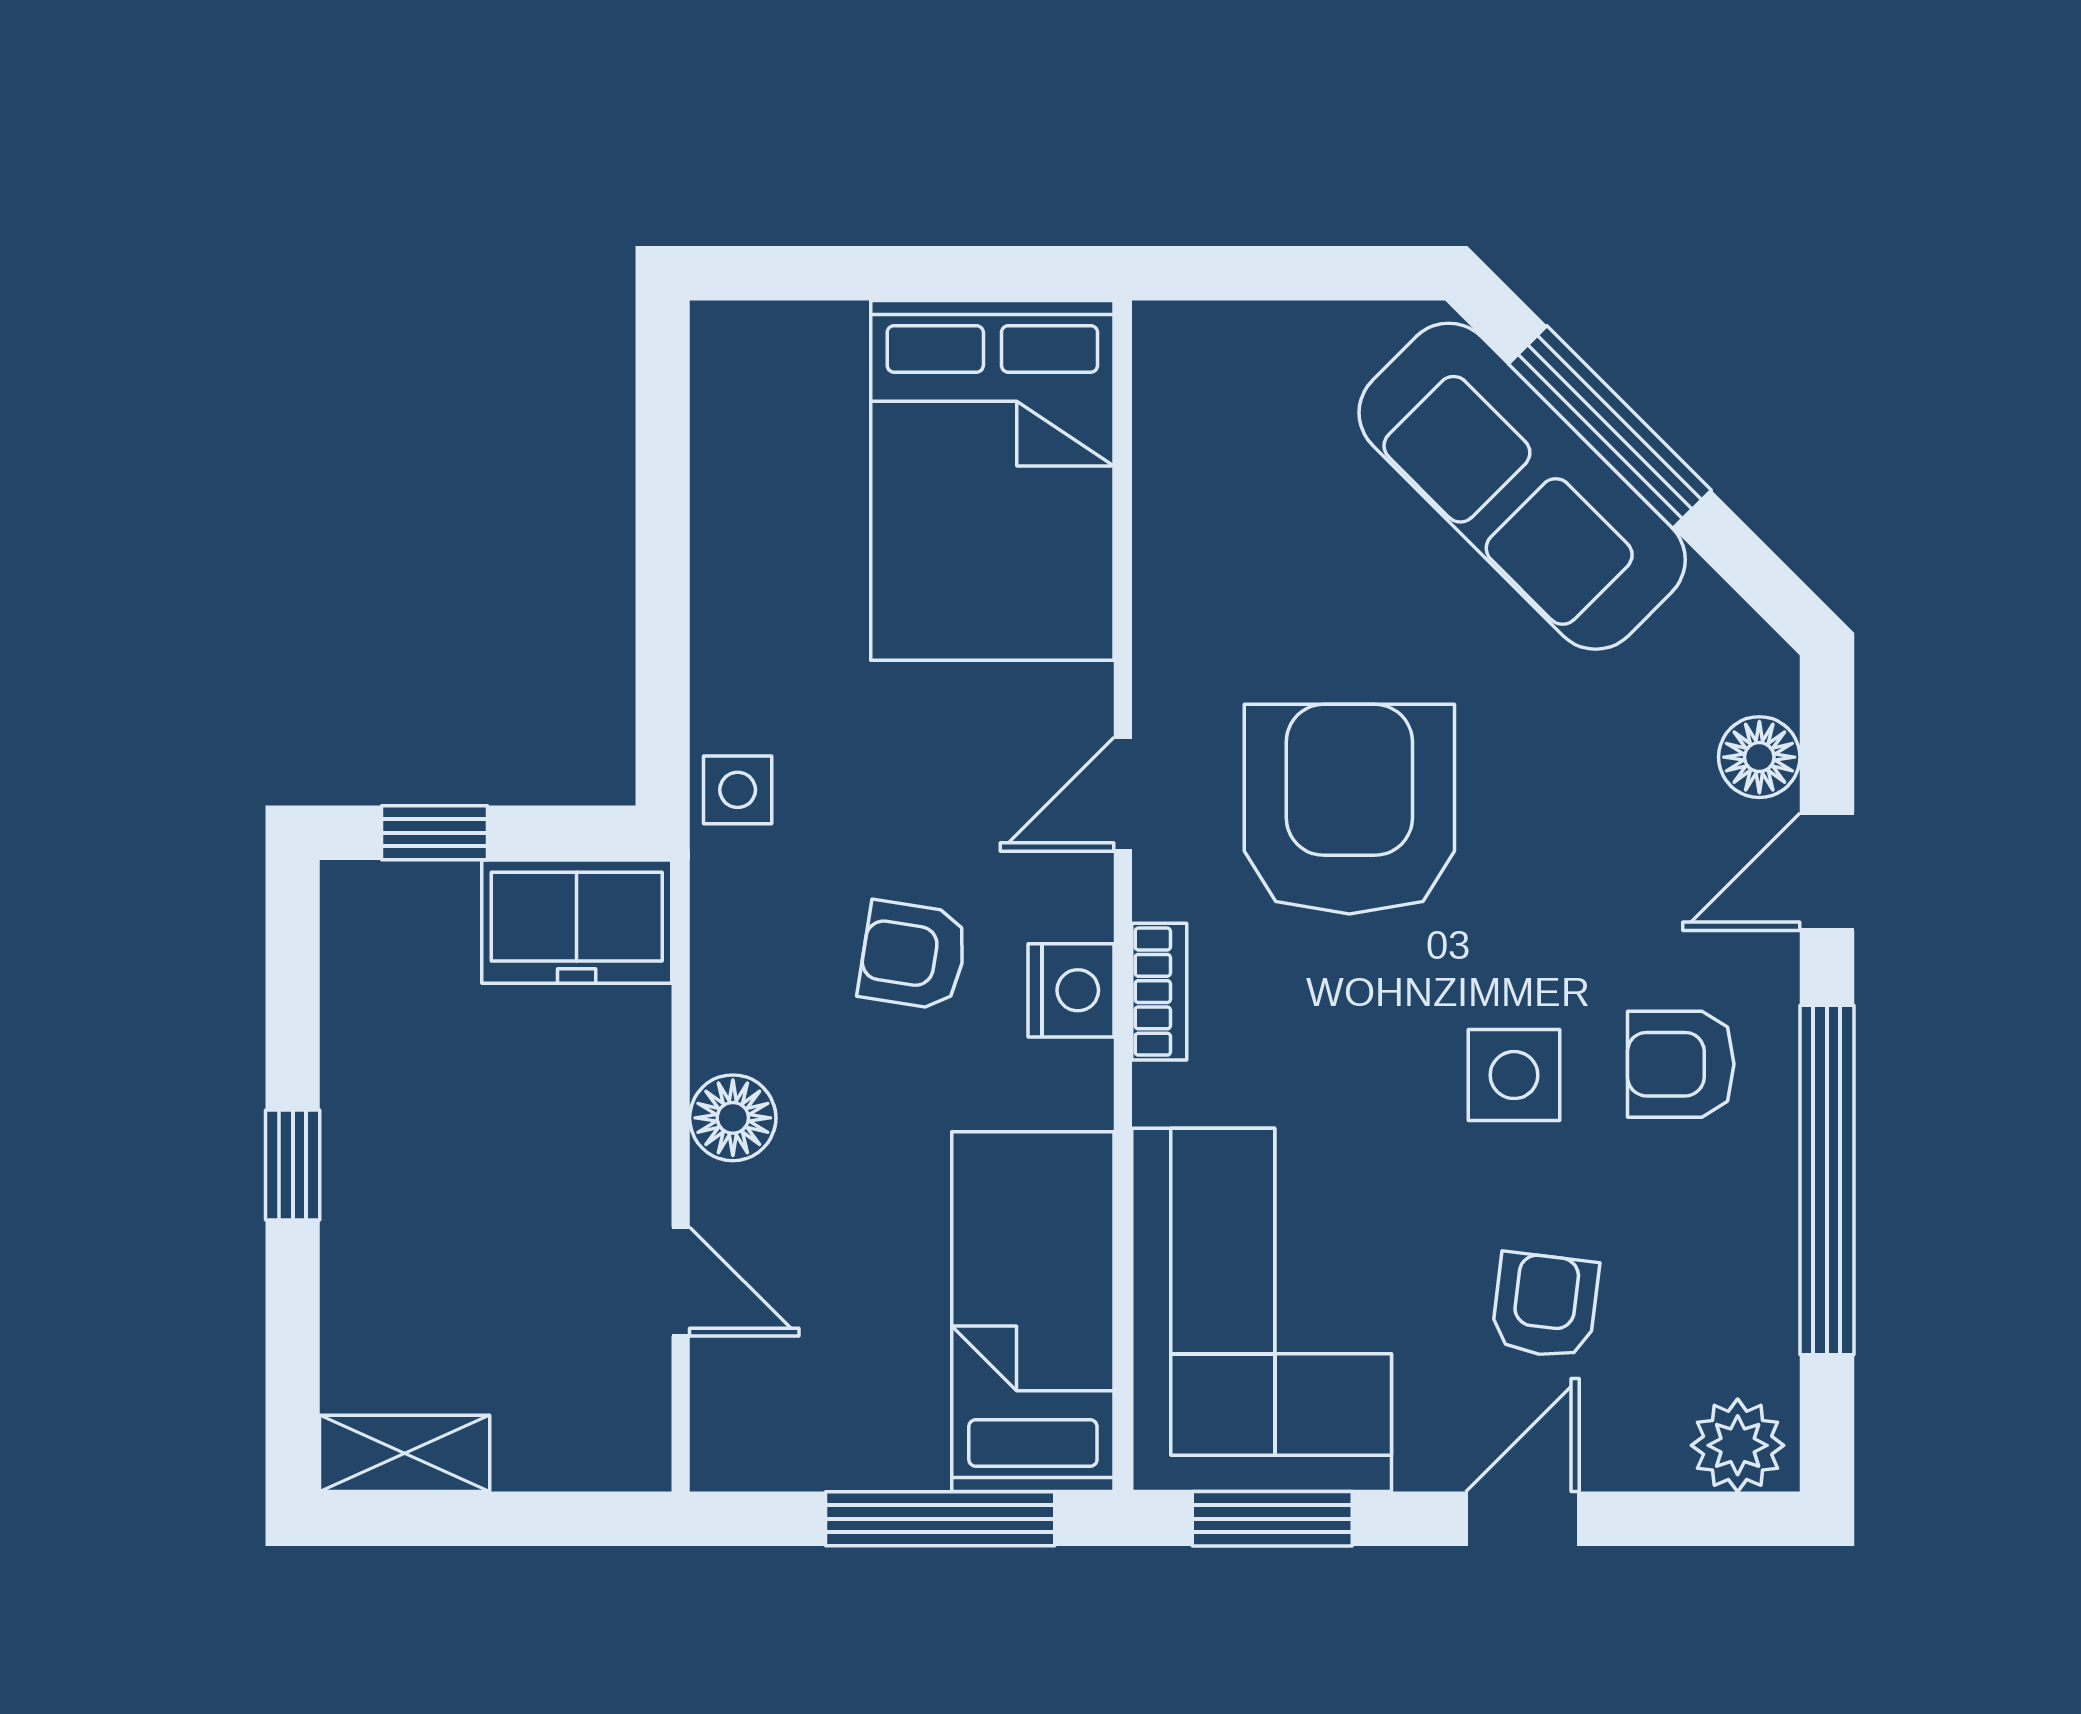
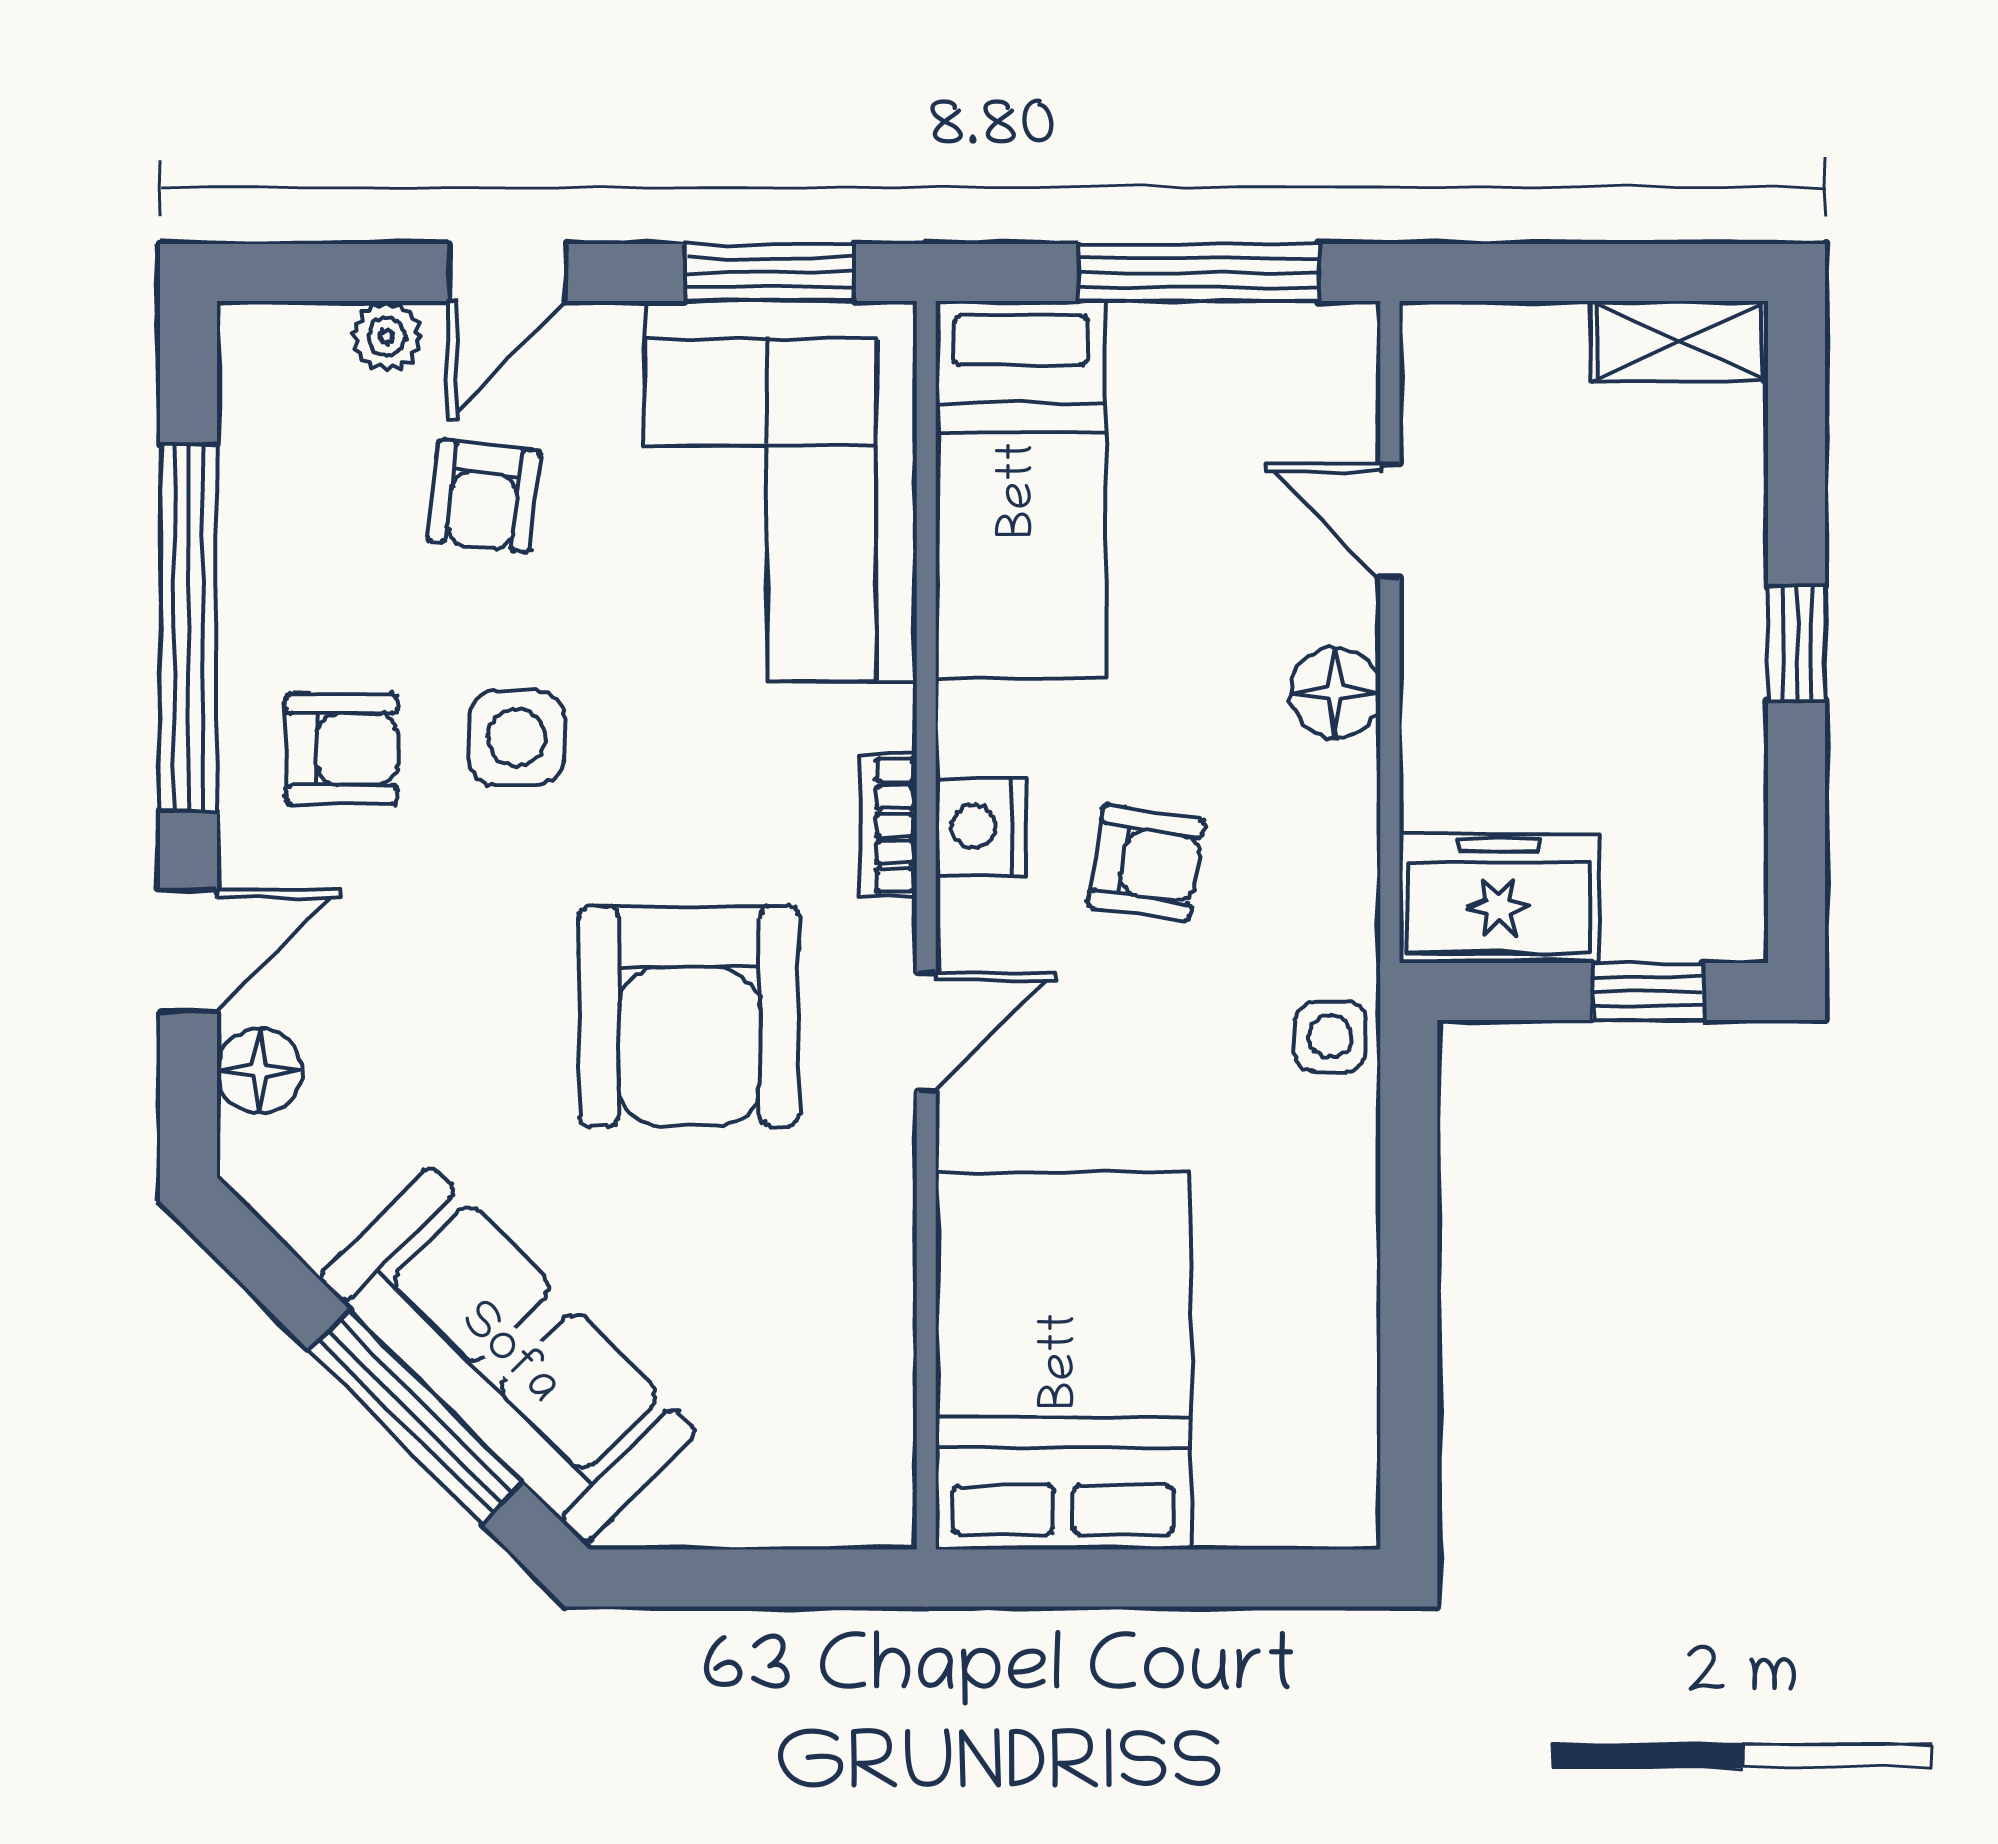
plant: (1738, 1445) -> (387, 336), moved, width x0.73, depth x0.73
window: (940, 1519) -> (1198, 273), moved

